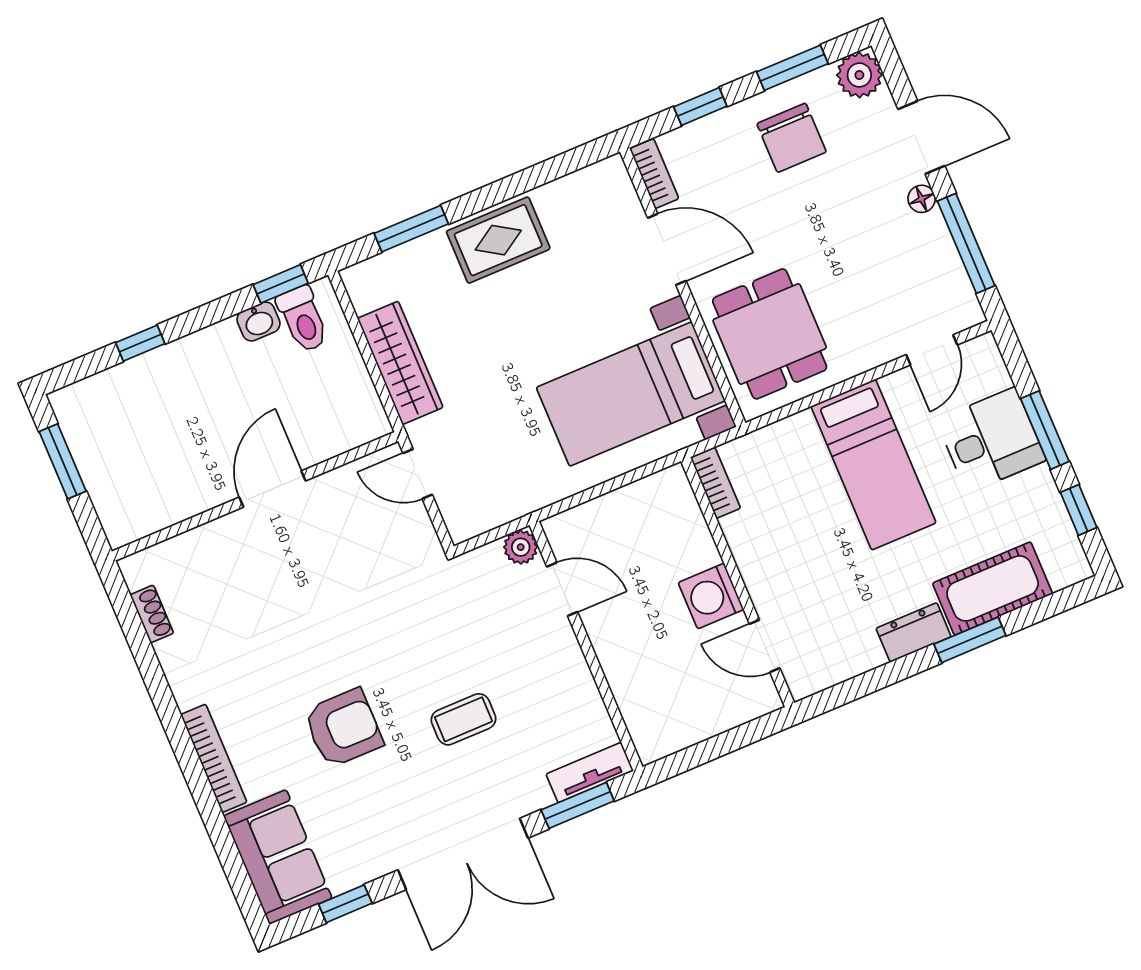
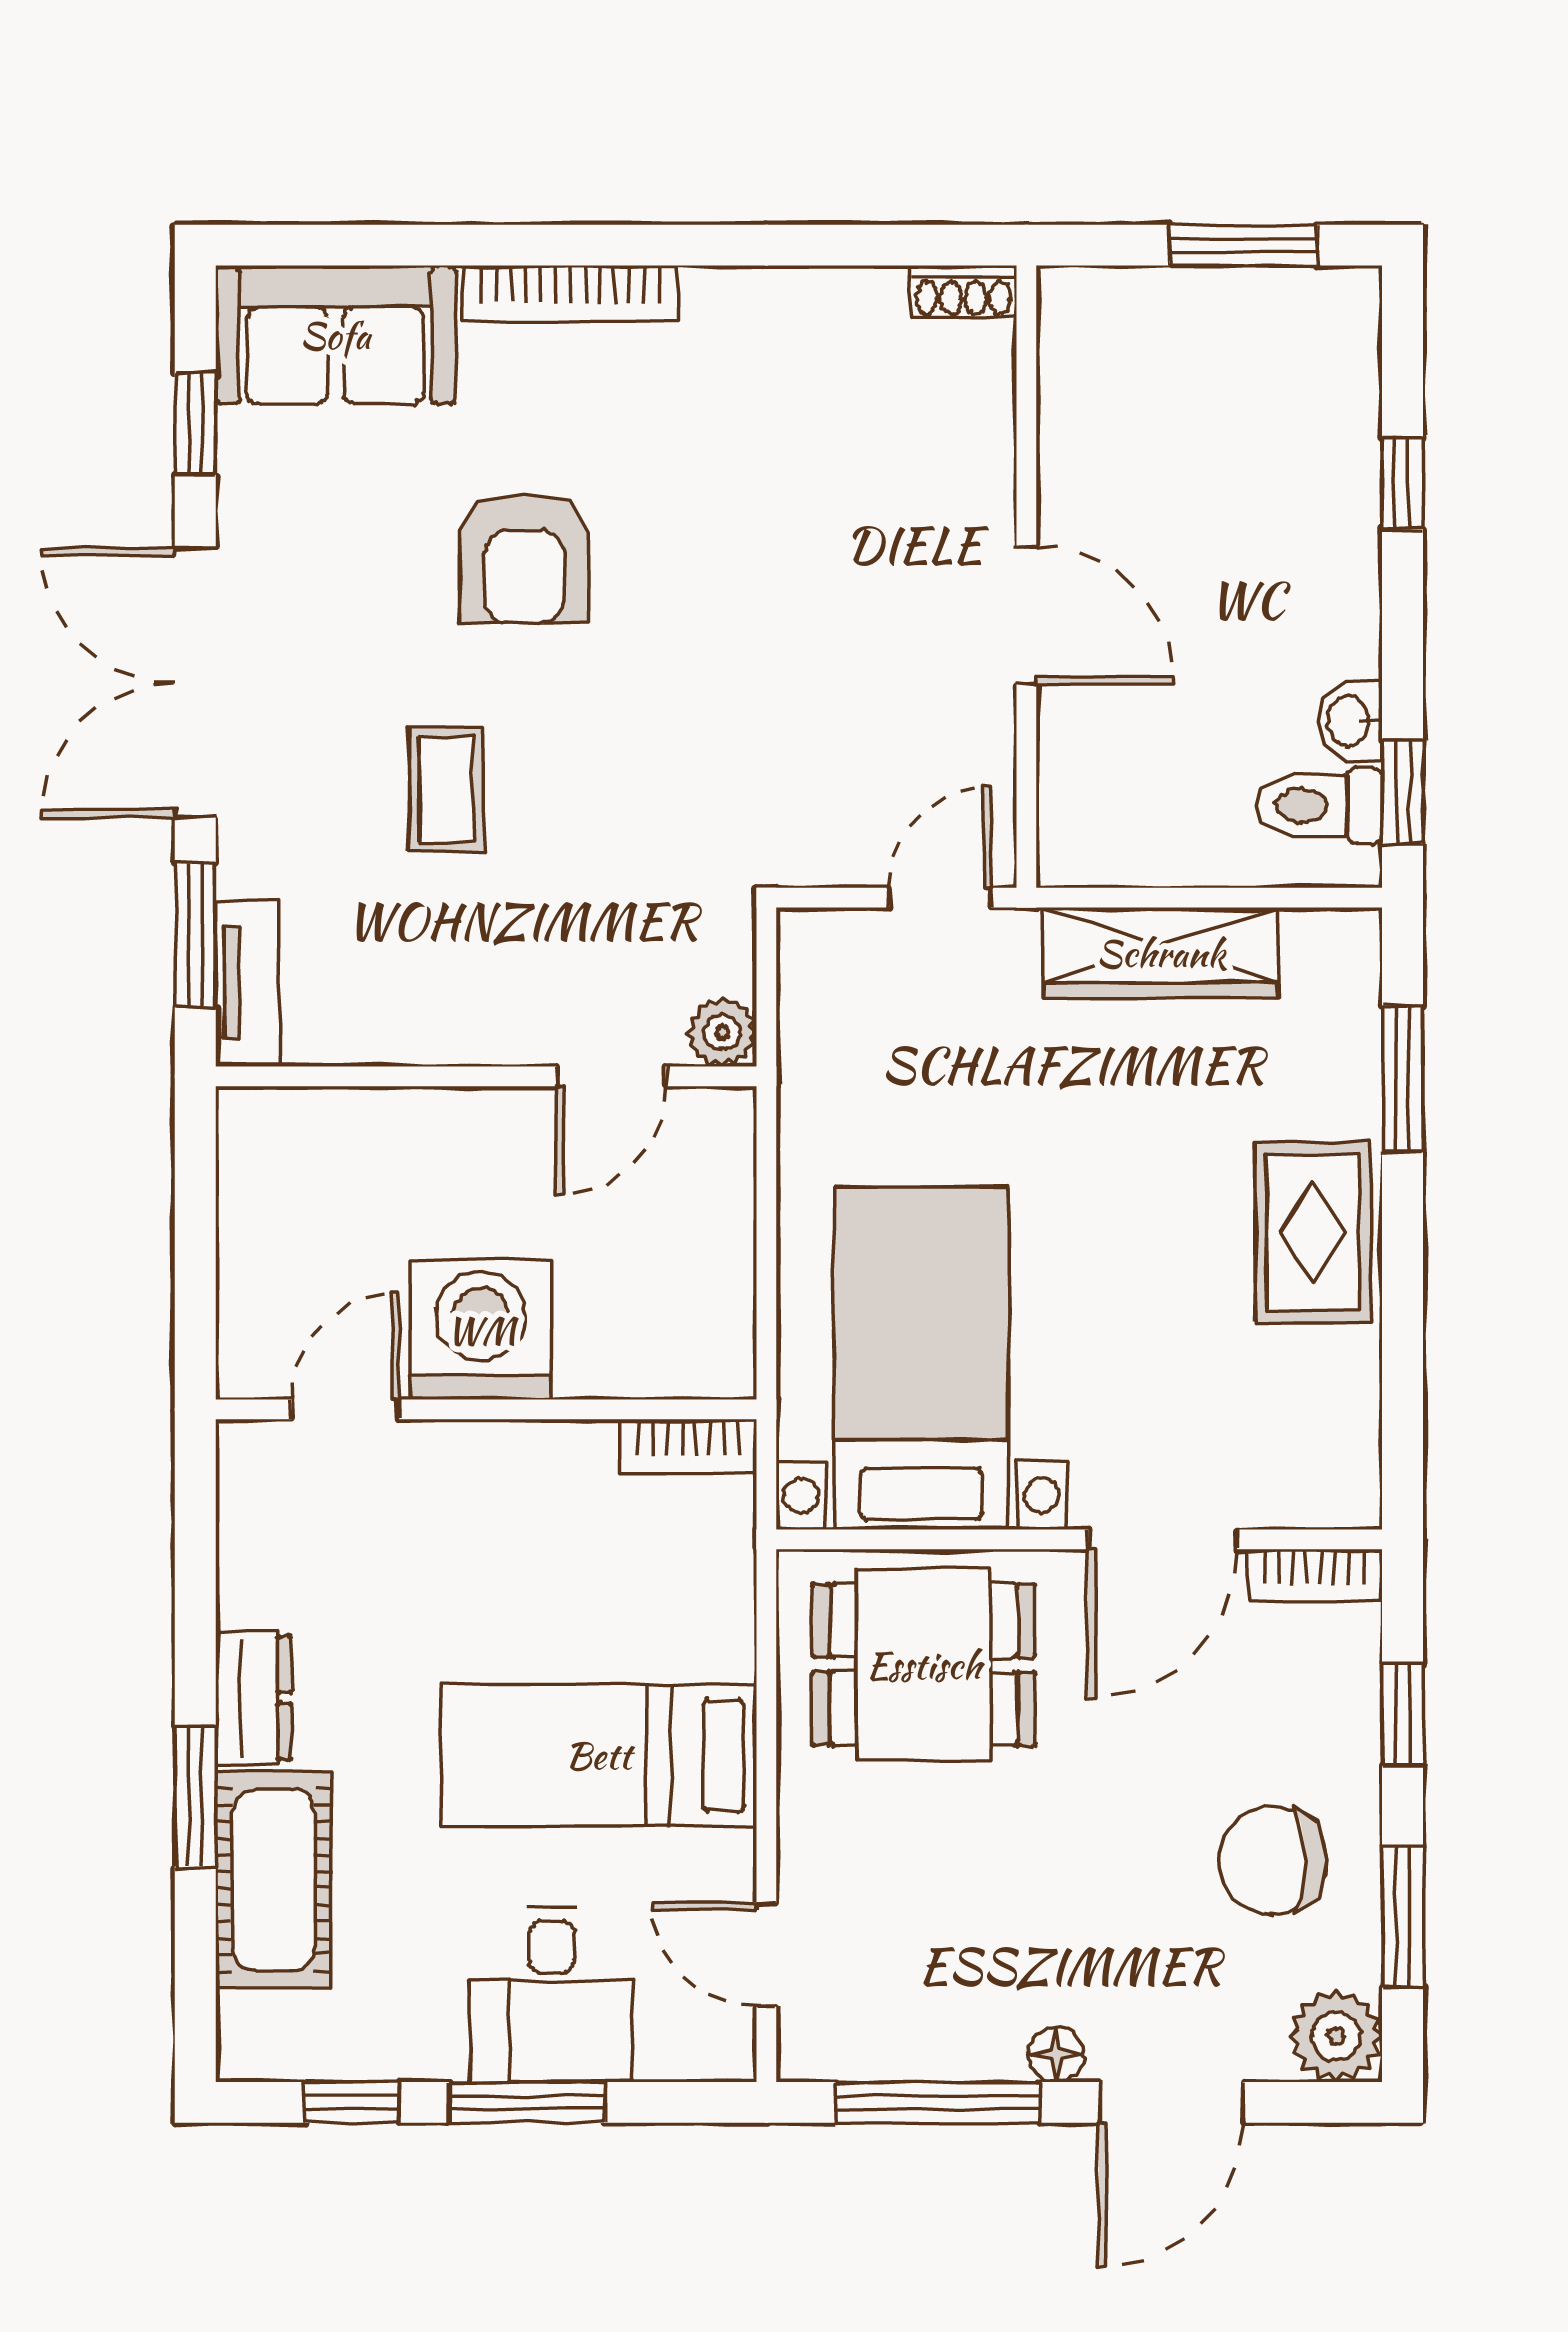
washing machine: (711, 596) -> (481, 1330), width x1.37, depth x1.37
shoe rack: (152, 614) -> (963, 291), moved

